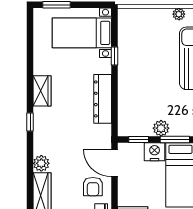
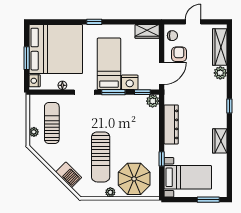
parasol: (149, 31) -> (134, 179), added
wardrobe: (42, 91) -> (220, 141), moved
plant: (161, 128) -> (153, 101), moved
door: (115, 163) -> (162, 73), hinge flipped

